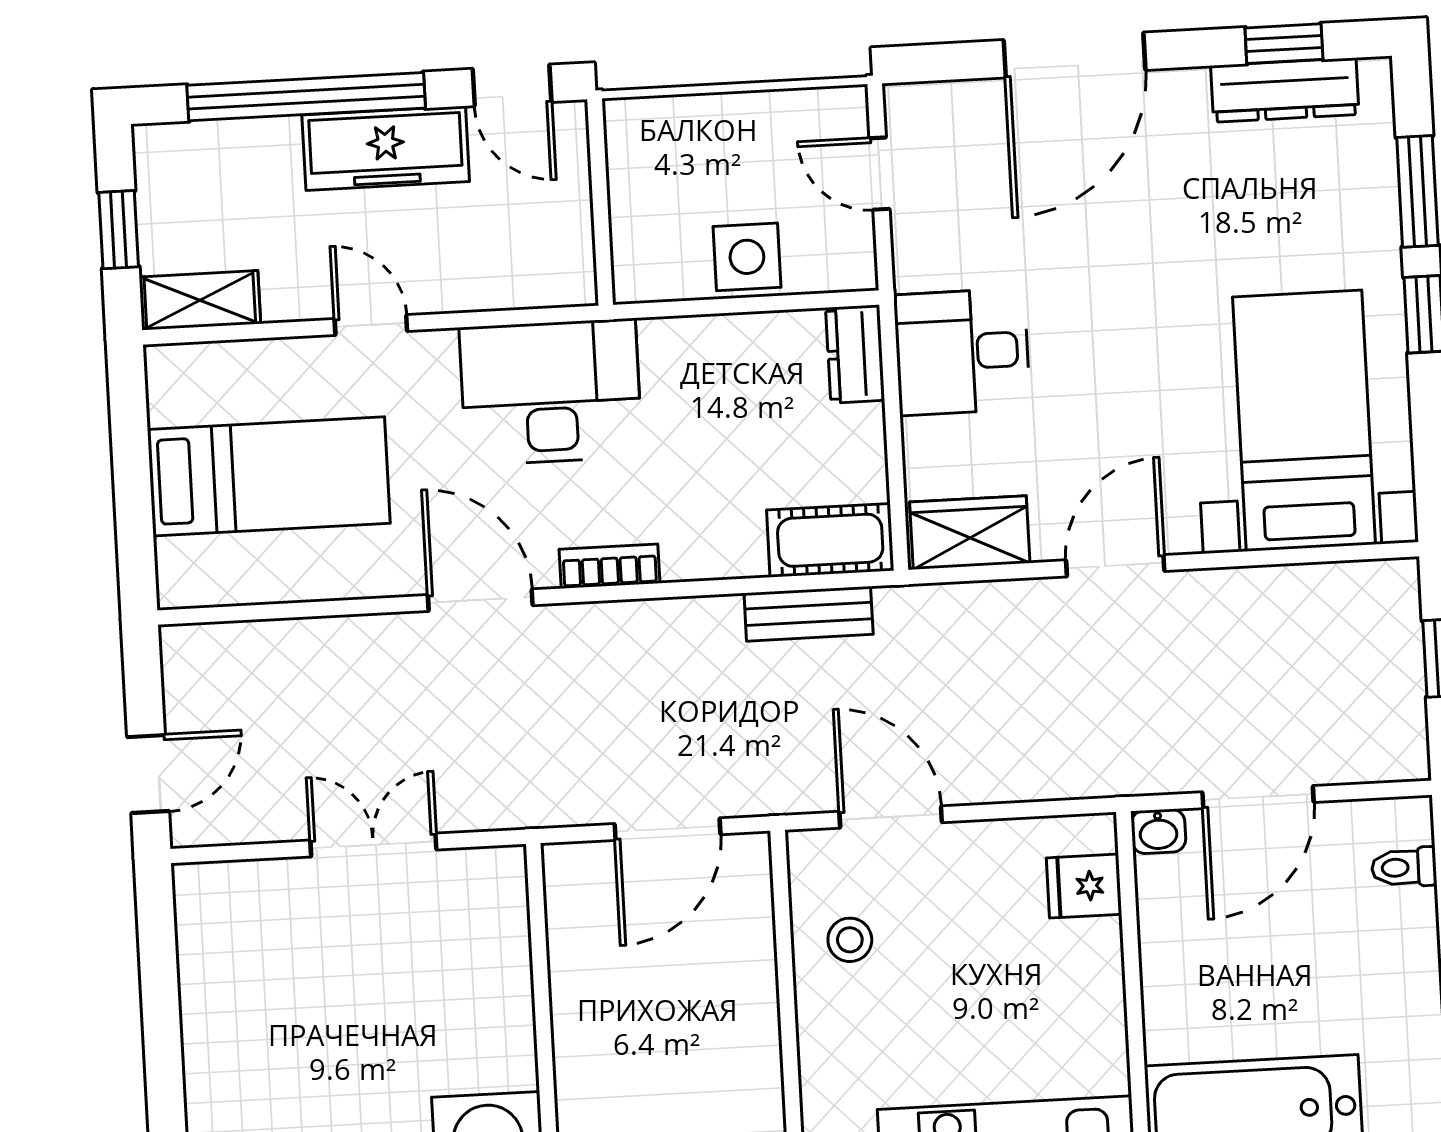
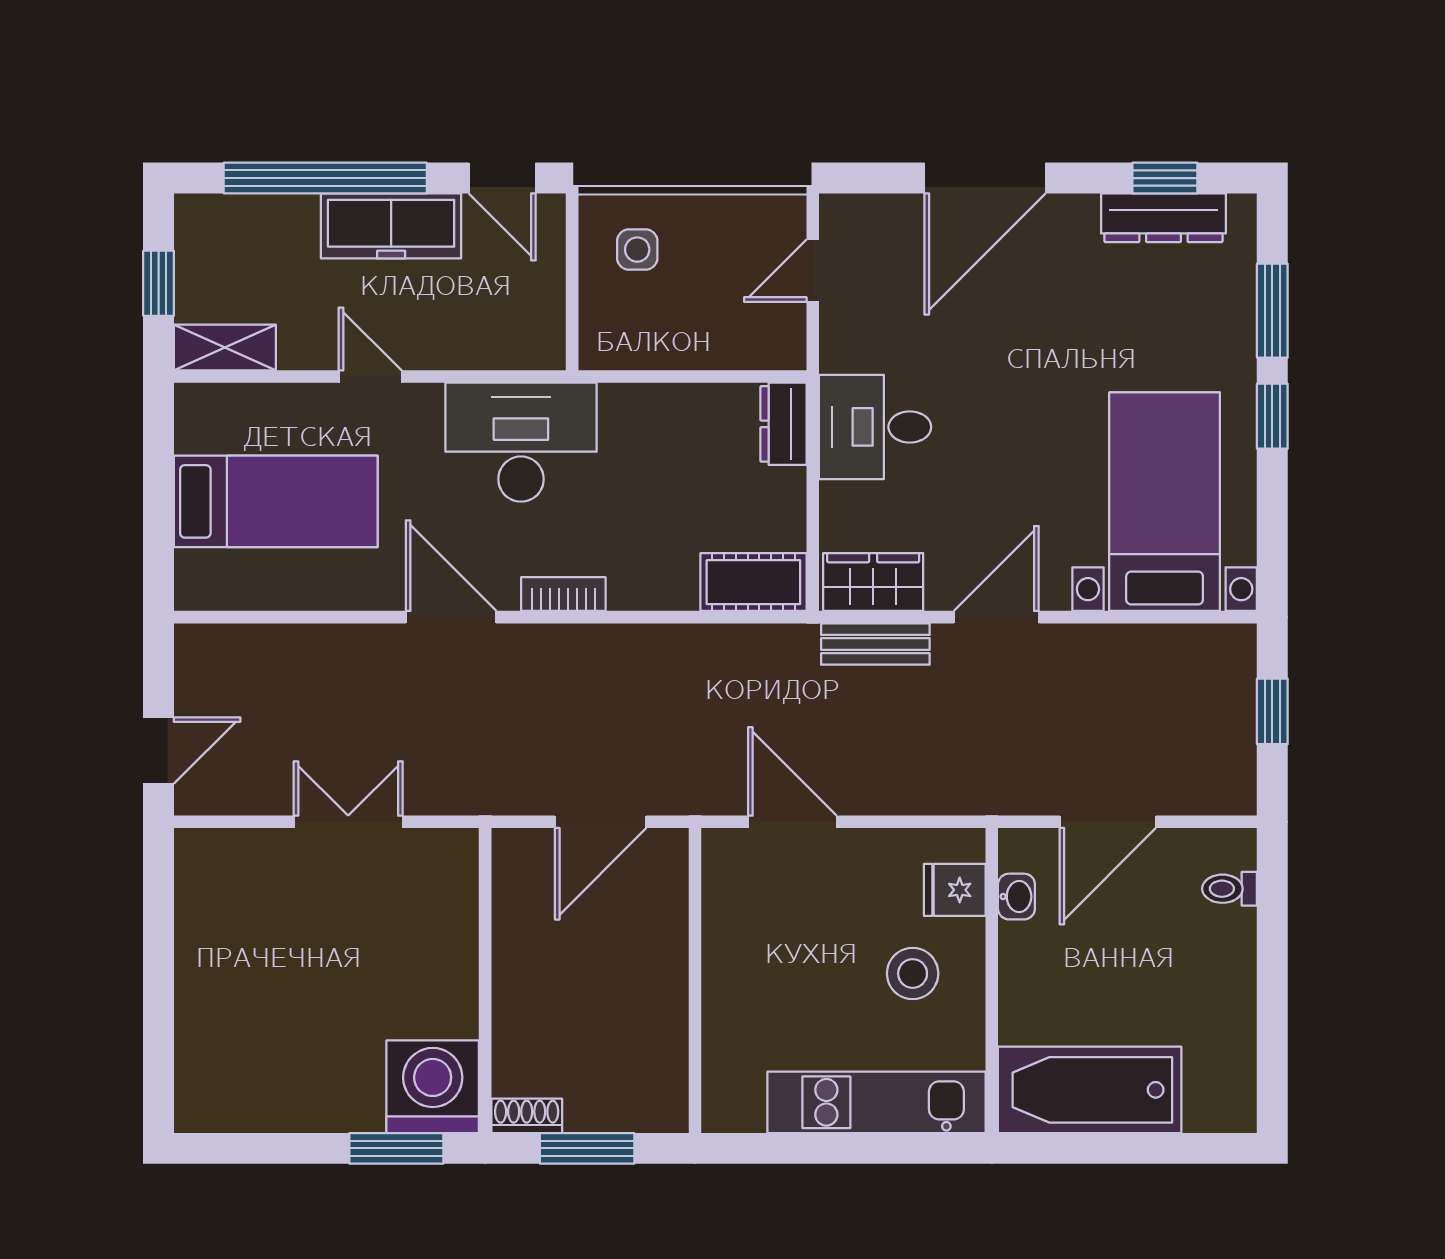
door: (880, 174) -> (813, 271), hinge flipped
side table: (747, 257) -> (637, 250), moved, width x0.73, depth x0.73
bench: (809, 614) -> (875, 644), moved
washbasin: (1158, 831) -> (1016, 897), moved, turned -90
stool: (850, 940) -> (913, 974), moved, width x1.37, depth x1.37

